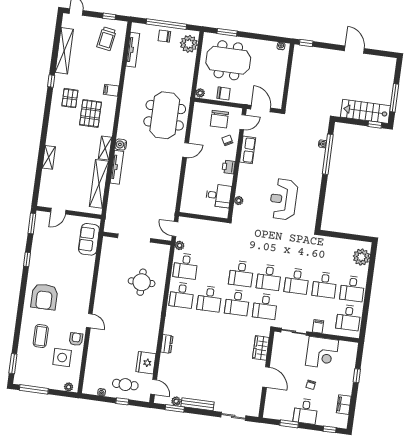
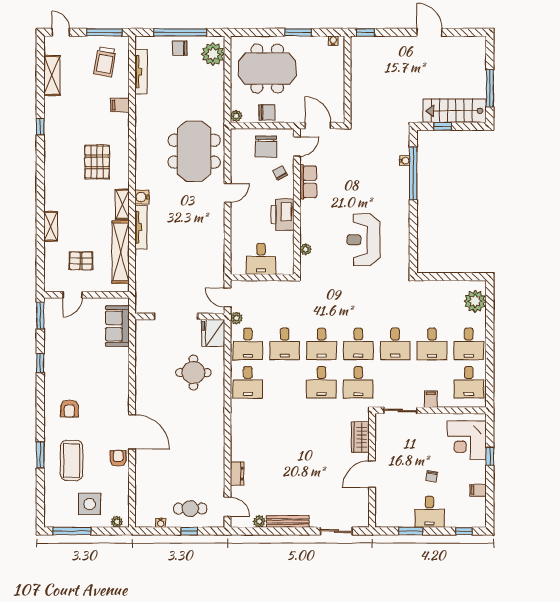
window: (109, 16) -> (104, 32), width x2.17
window: (227, 32) -> (298, 32), moved
shelving: (64, 51) -> (52, 75), width x0.68
filing cabinet: (111, 90) -> (120, 105), moved
pallet: (70, 98) -> (81, 261), moved, turned 90
window: (375, 125) -> (443, 126), moved
printer: (229, 167) -> (283, 215), width x1.87, depth x1.48
desk: (219, 196) -> (261, 259), moved, turned 90
armchair: (44, 297) -> (69, 409), width x0.53, depth x0.53
desk: (209, 299) -> (285, 344), moved
door: (89, 321) -> (132, 432), width x1.87
coffee table: (41, 336) -> (72, 460), width x1.36, depth x1.32
dresser: (167, 344) -> (237, 474), moved
corner desk: (322, 353) -> (467, 440), moved, turned 90
side table: (62, 358) -> (90, 504), moved
fridge: (146, 363) -> (213, 333), moved
window: (13, 364) -> (40, 455), moved
door: (266, 377) -> (372, 474), swing flipped
filing cabinet: (344, 405) -> (478, 490), width x0.50
window: (175, 408) -> (259, 531), removed

